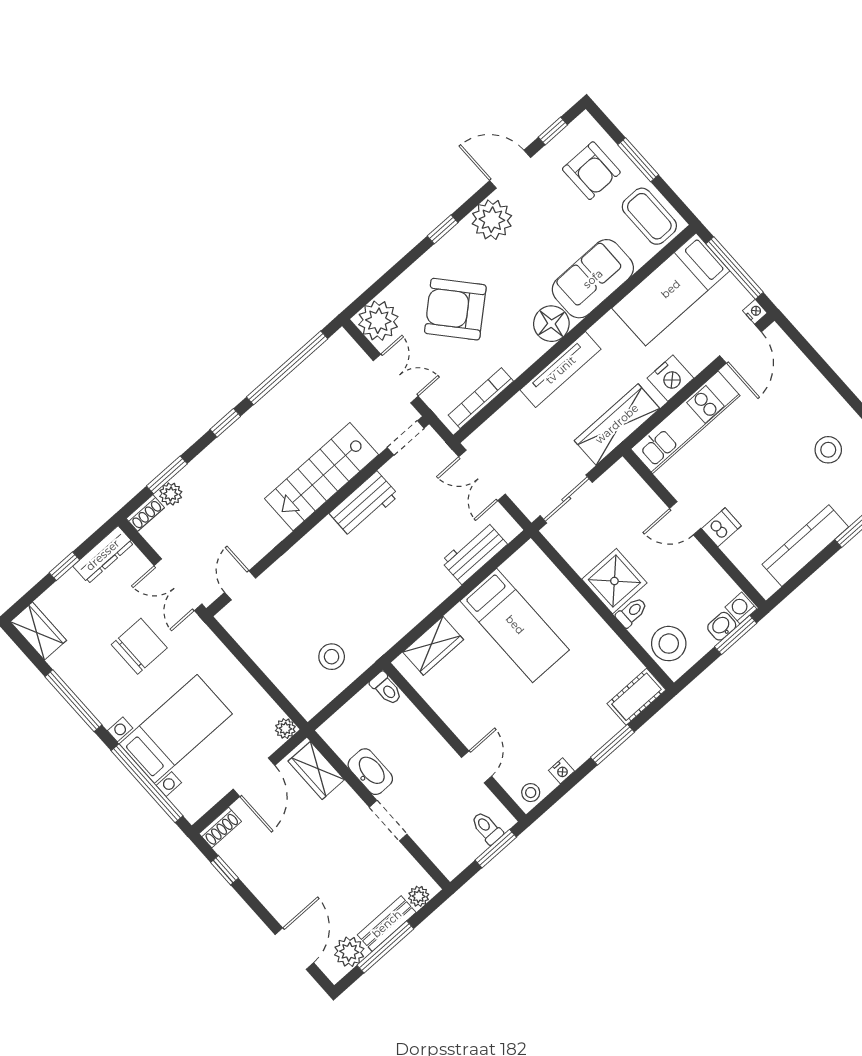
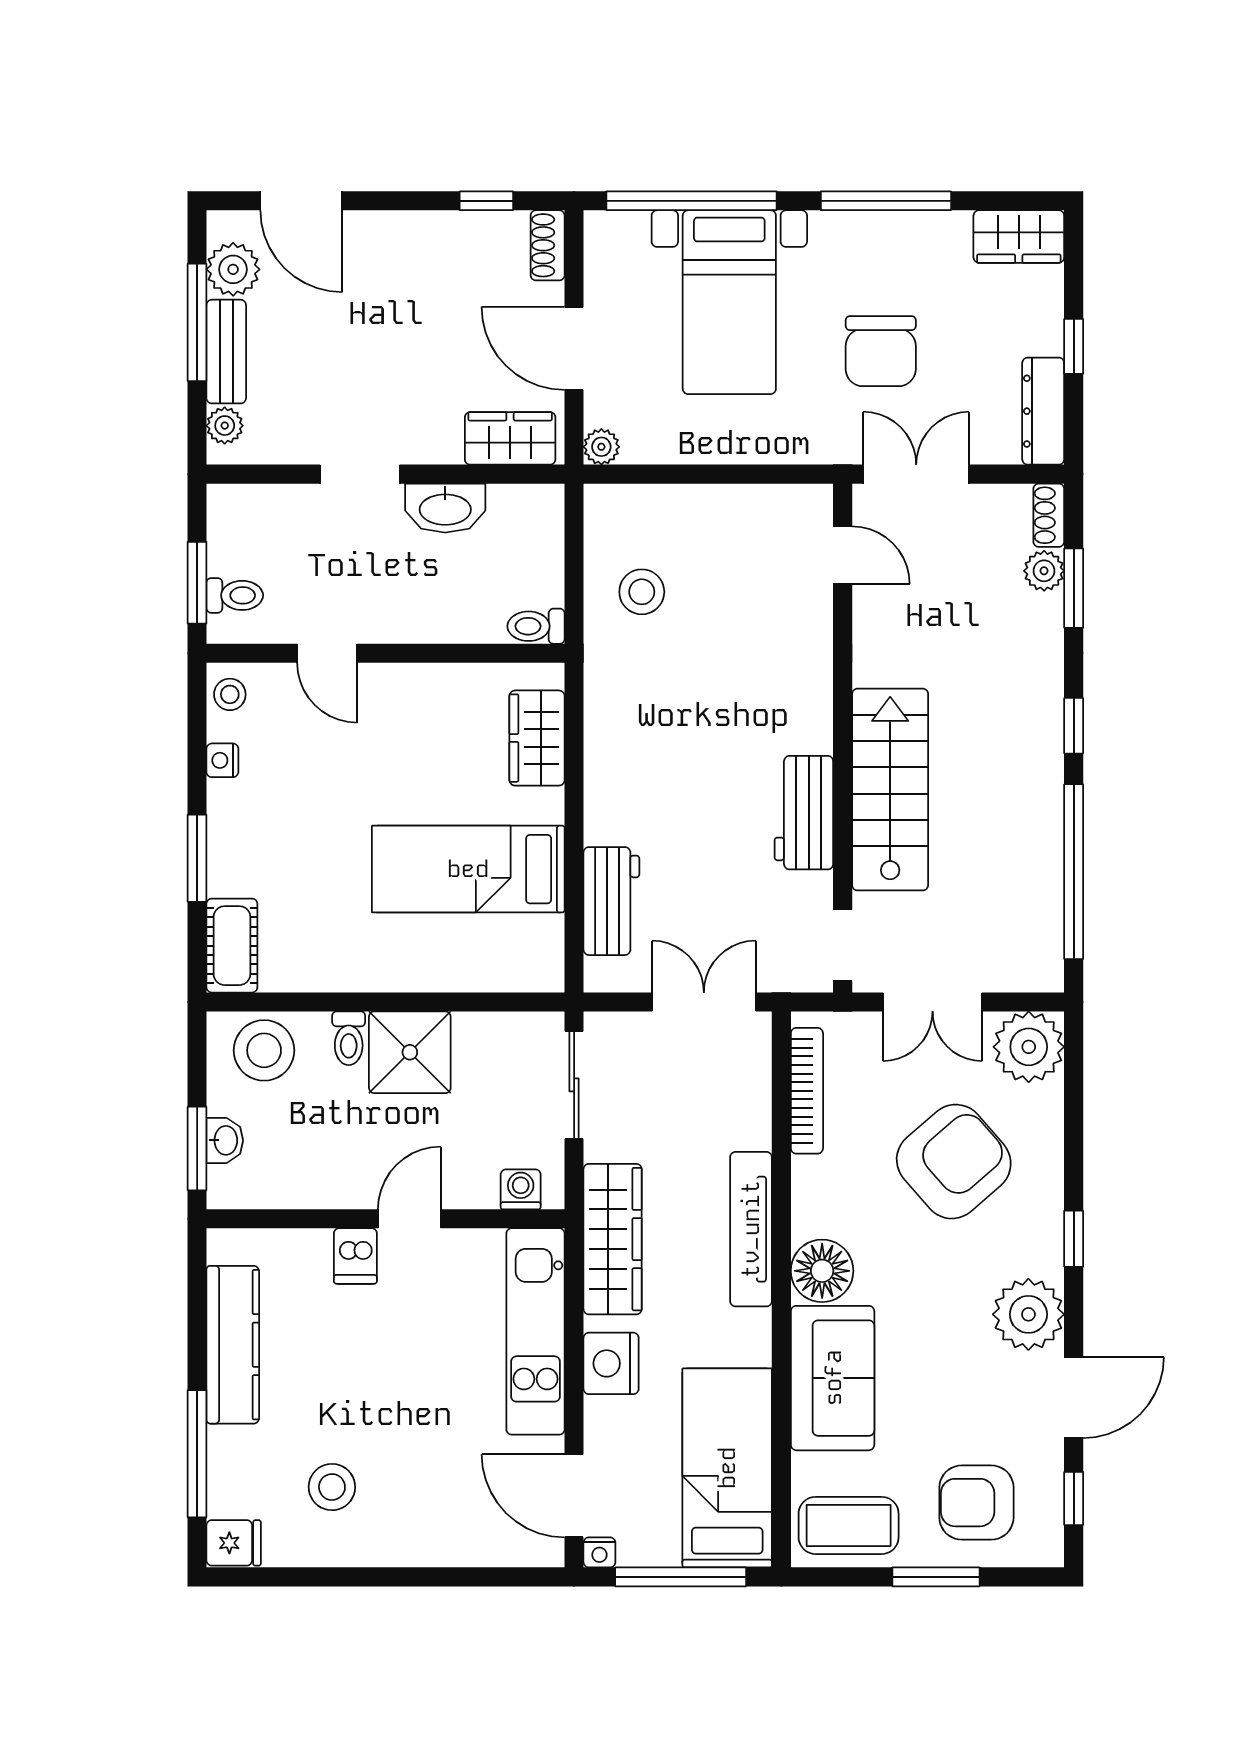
washing machine: (741, 608) -> (521, 1189), moved, turned -90

